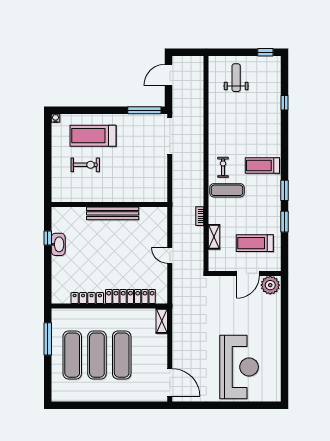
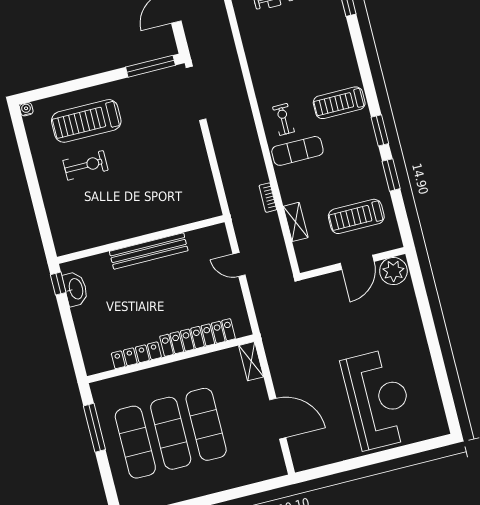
wall: (109, 205) -> (141, 239), moved
bench: (113, 213) -> (149, 251), moved
door: (170, 382) -> (278, 419), moved

